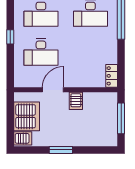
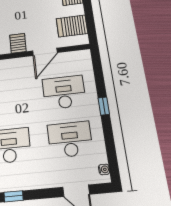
server rack: (27, 116) -> (72, 26), width x0.63

